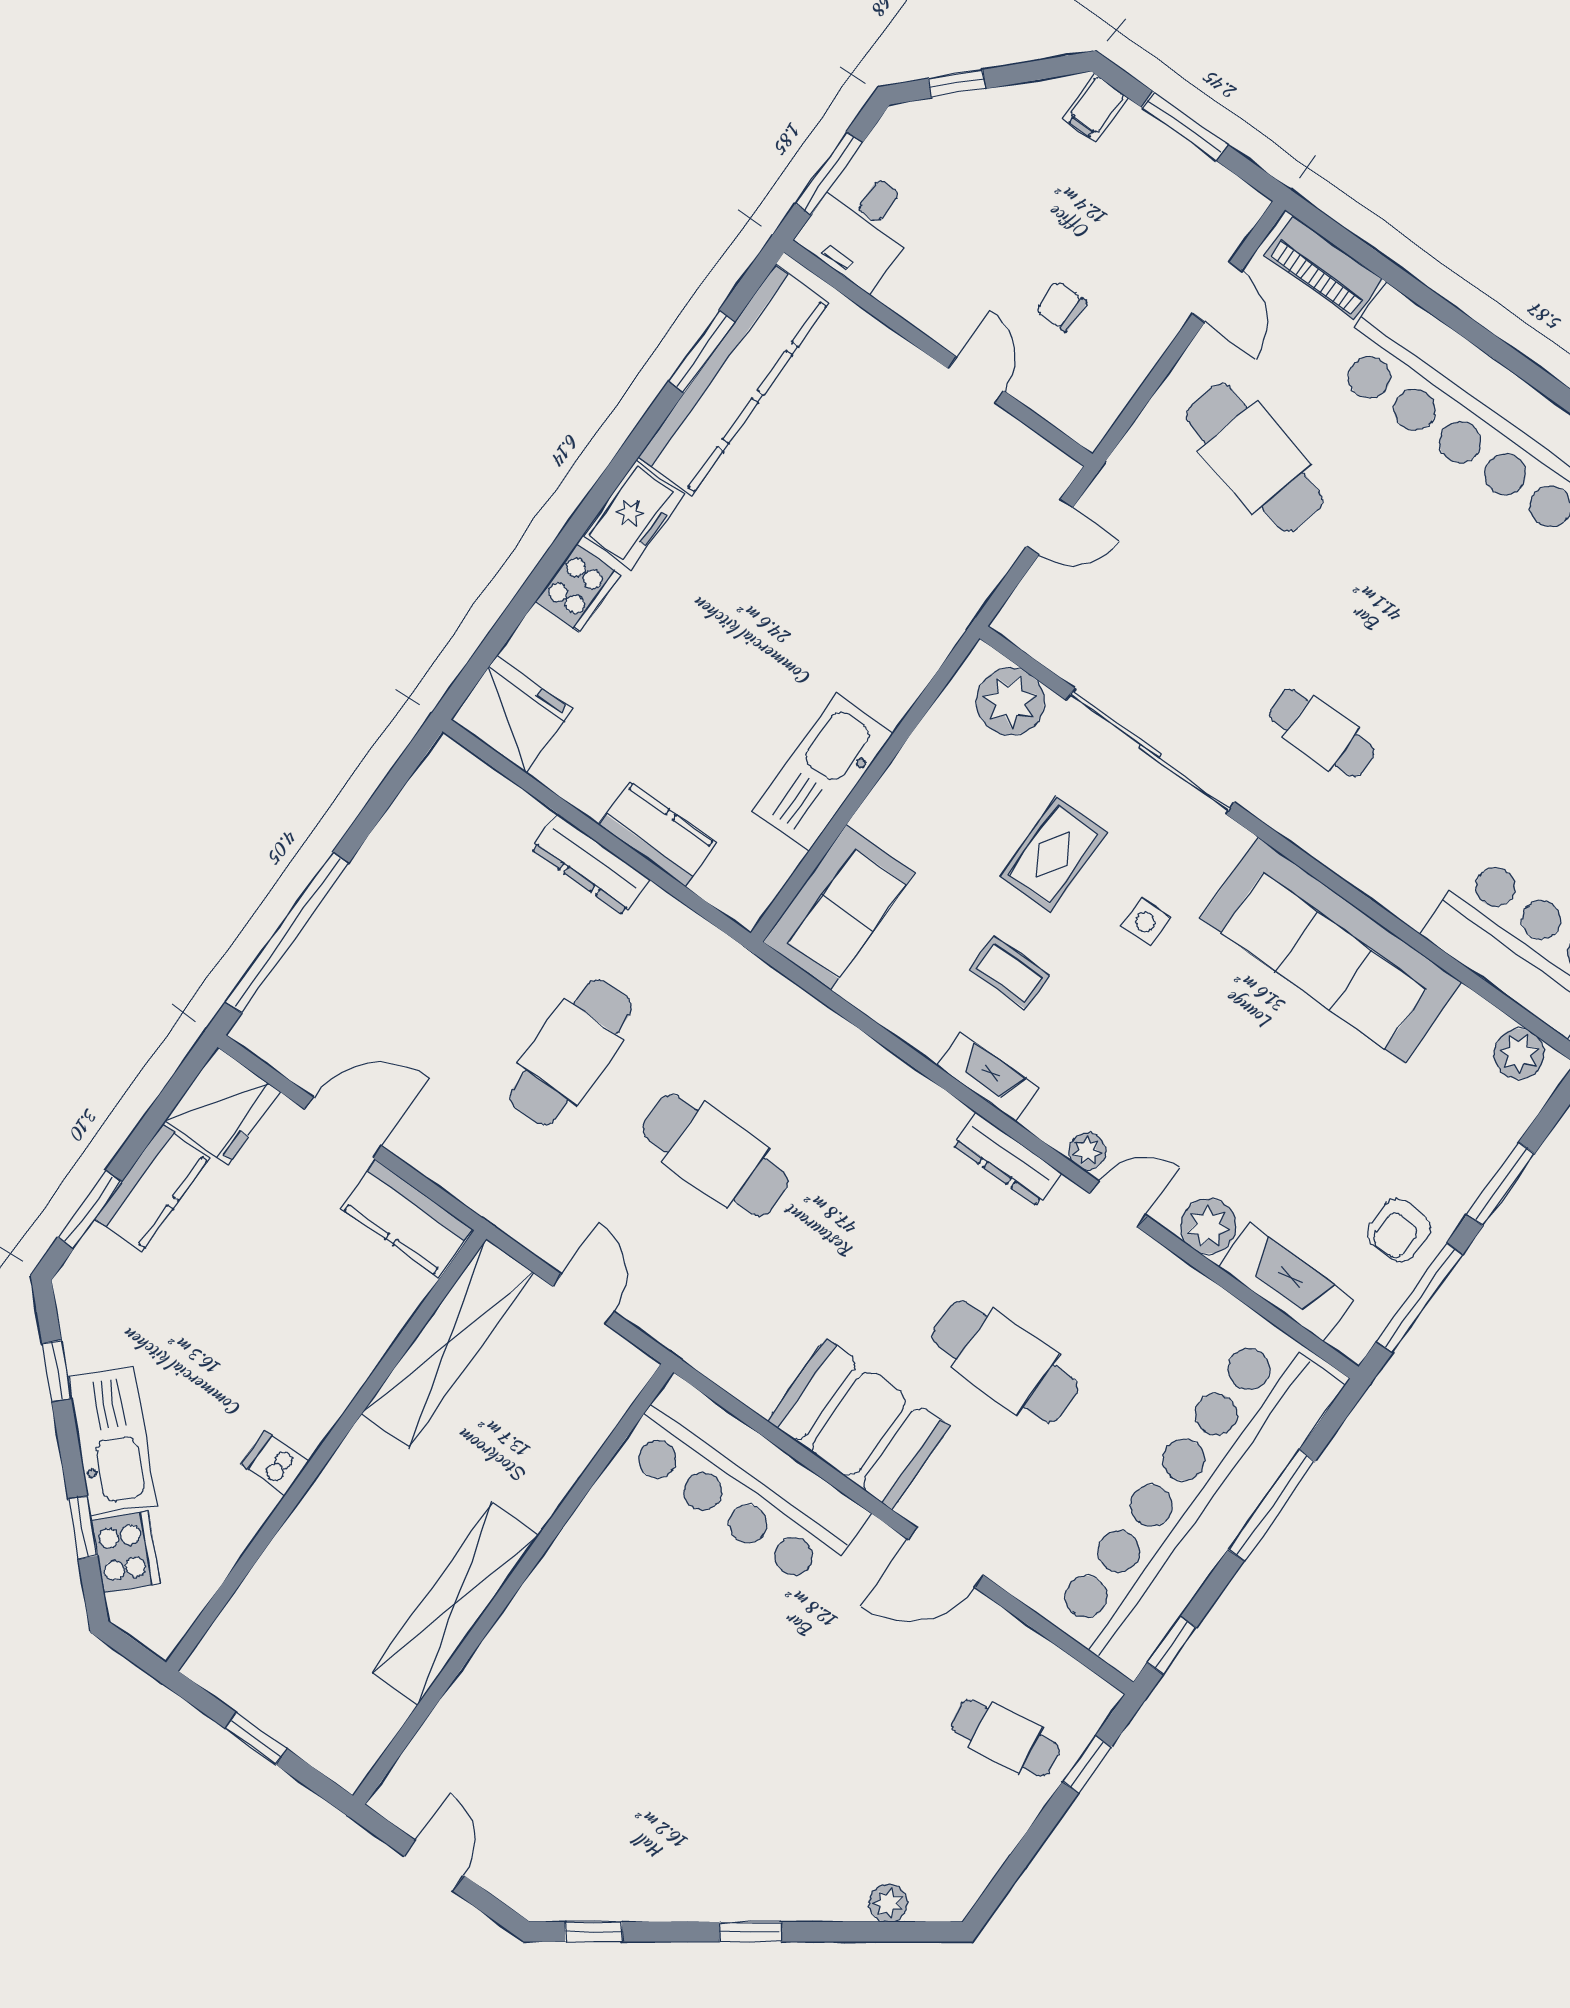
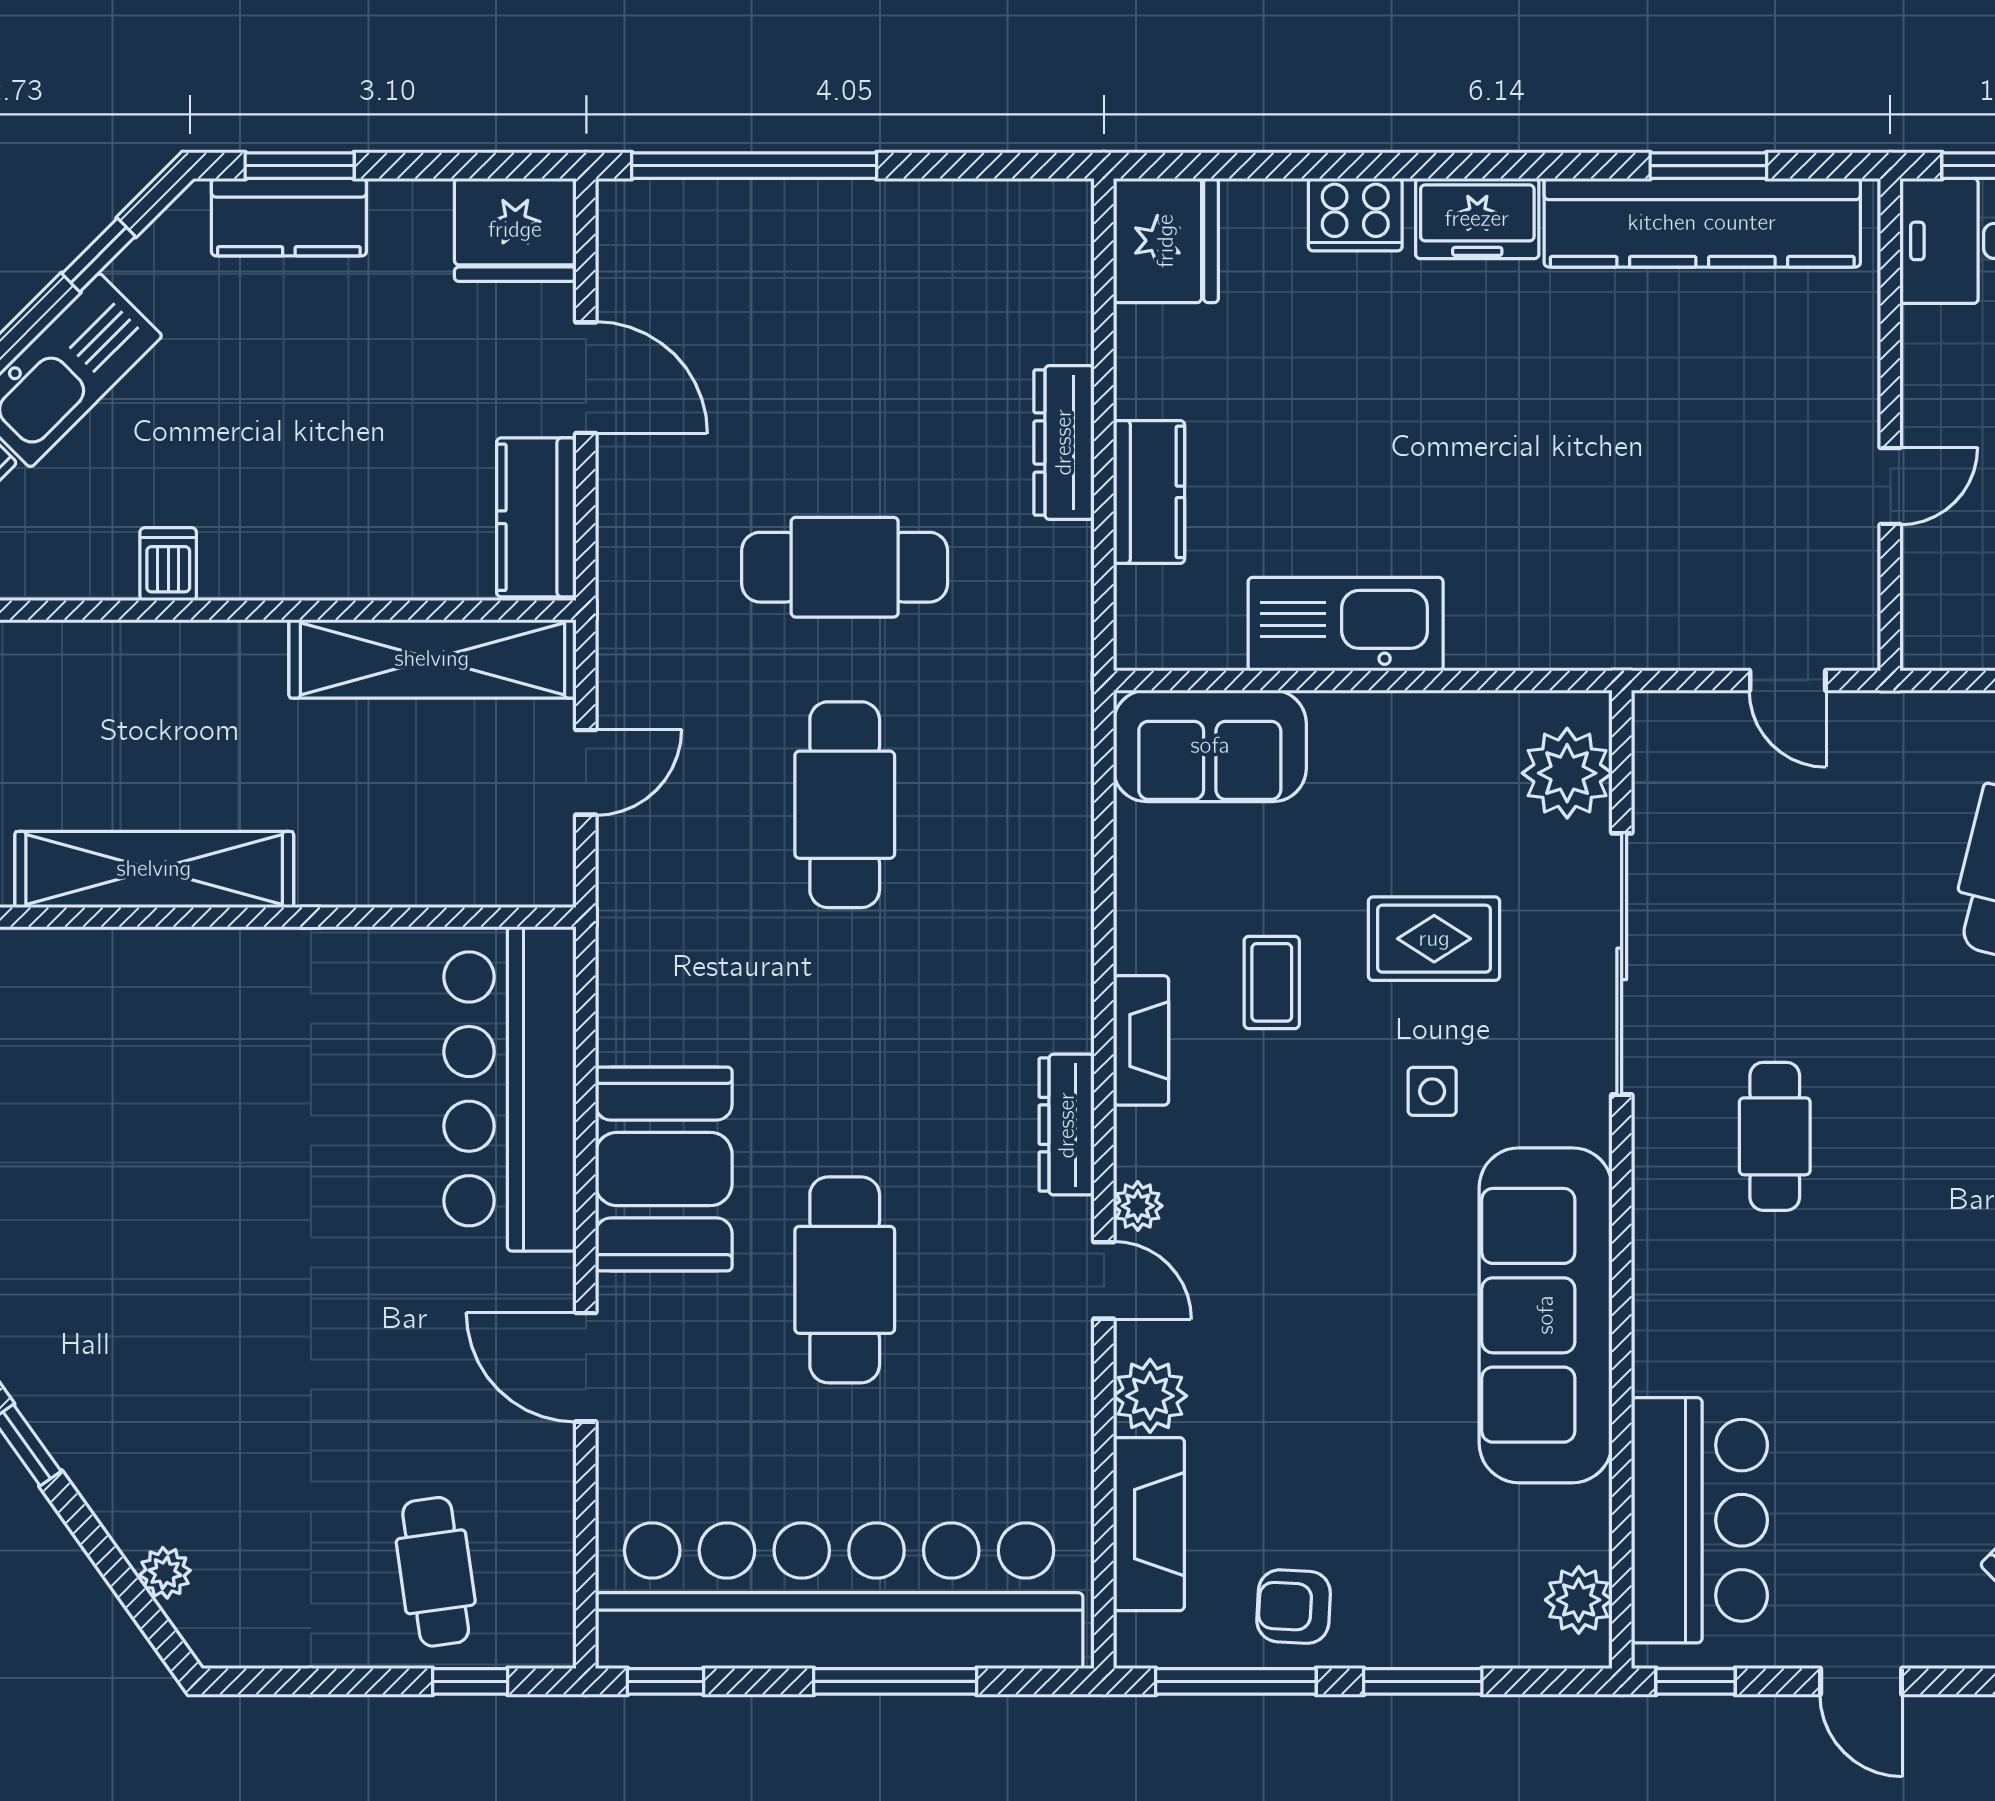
kitchen counter: (152, 1188) -> (289, 217), moved

